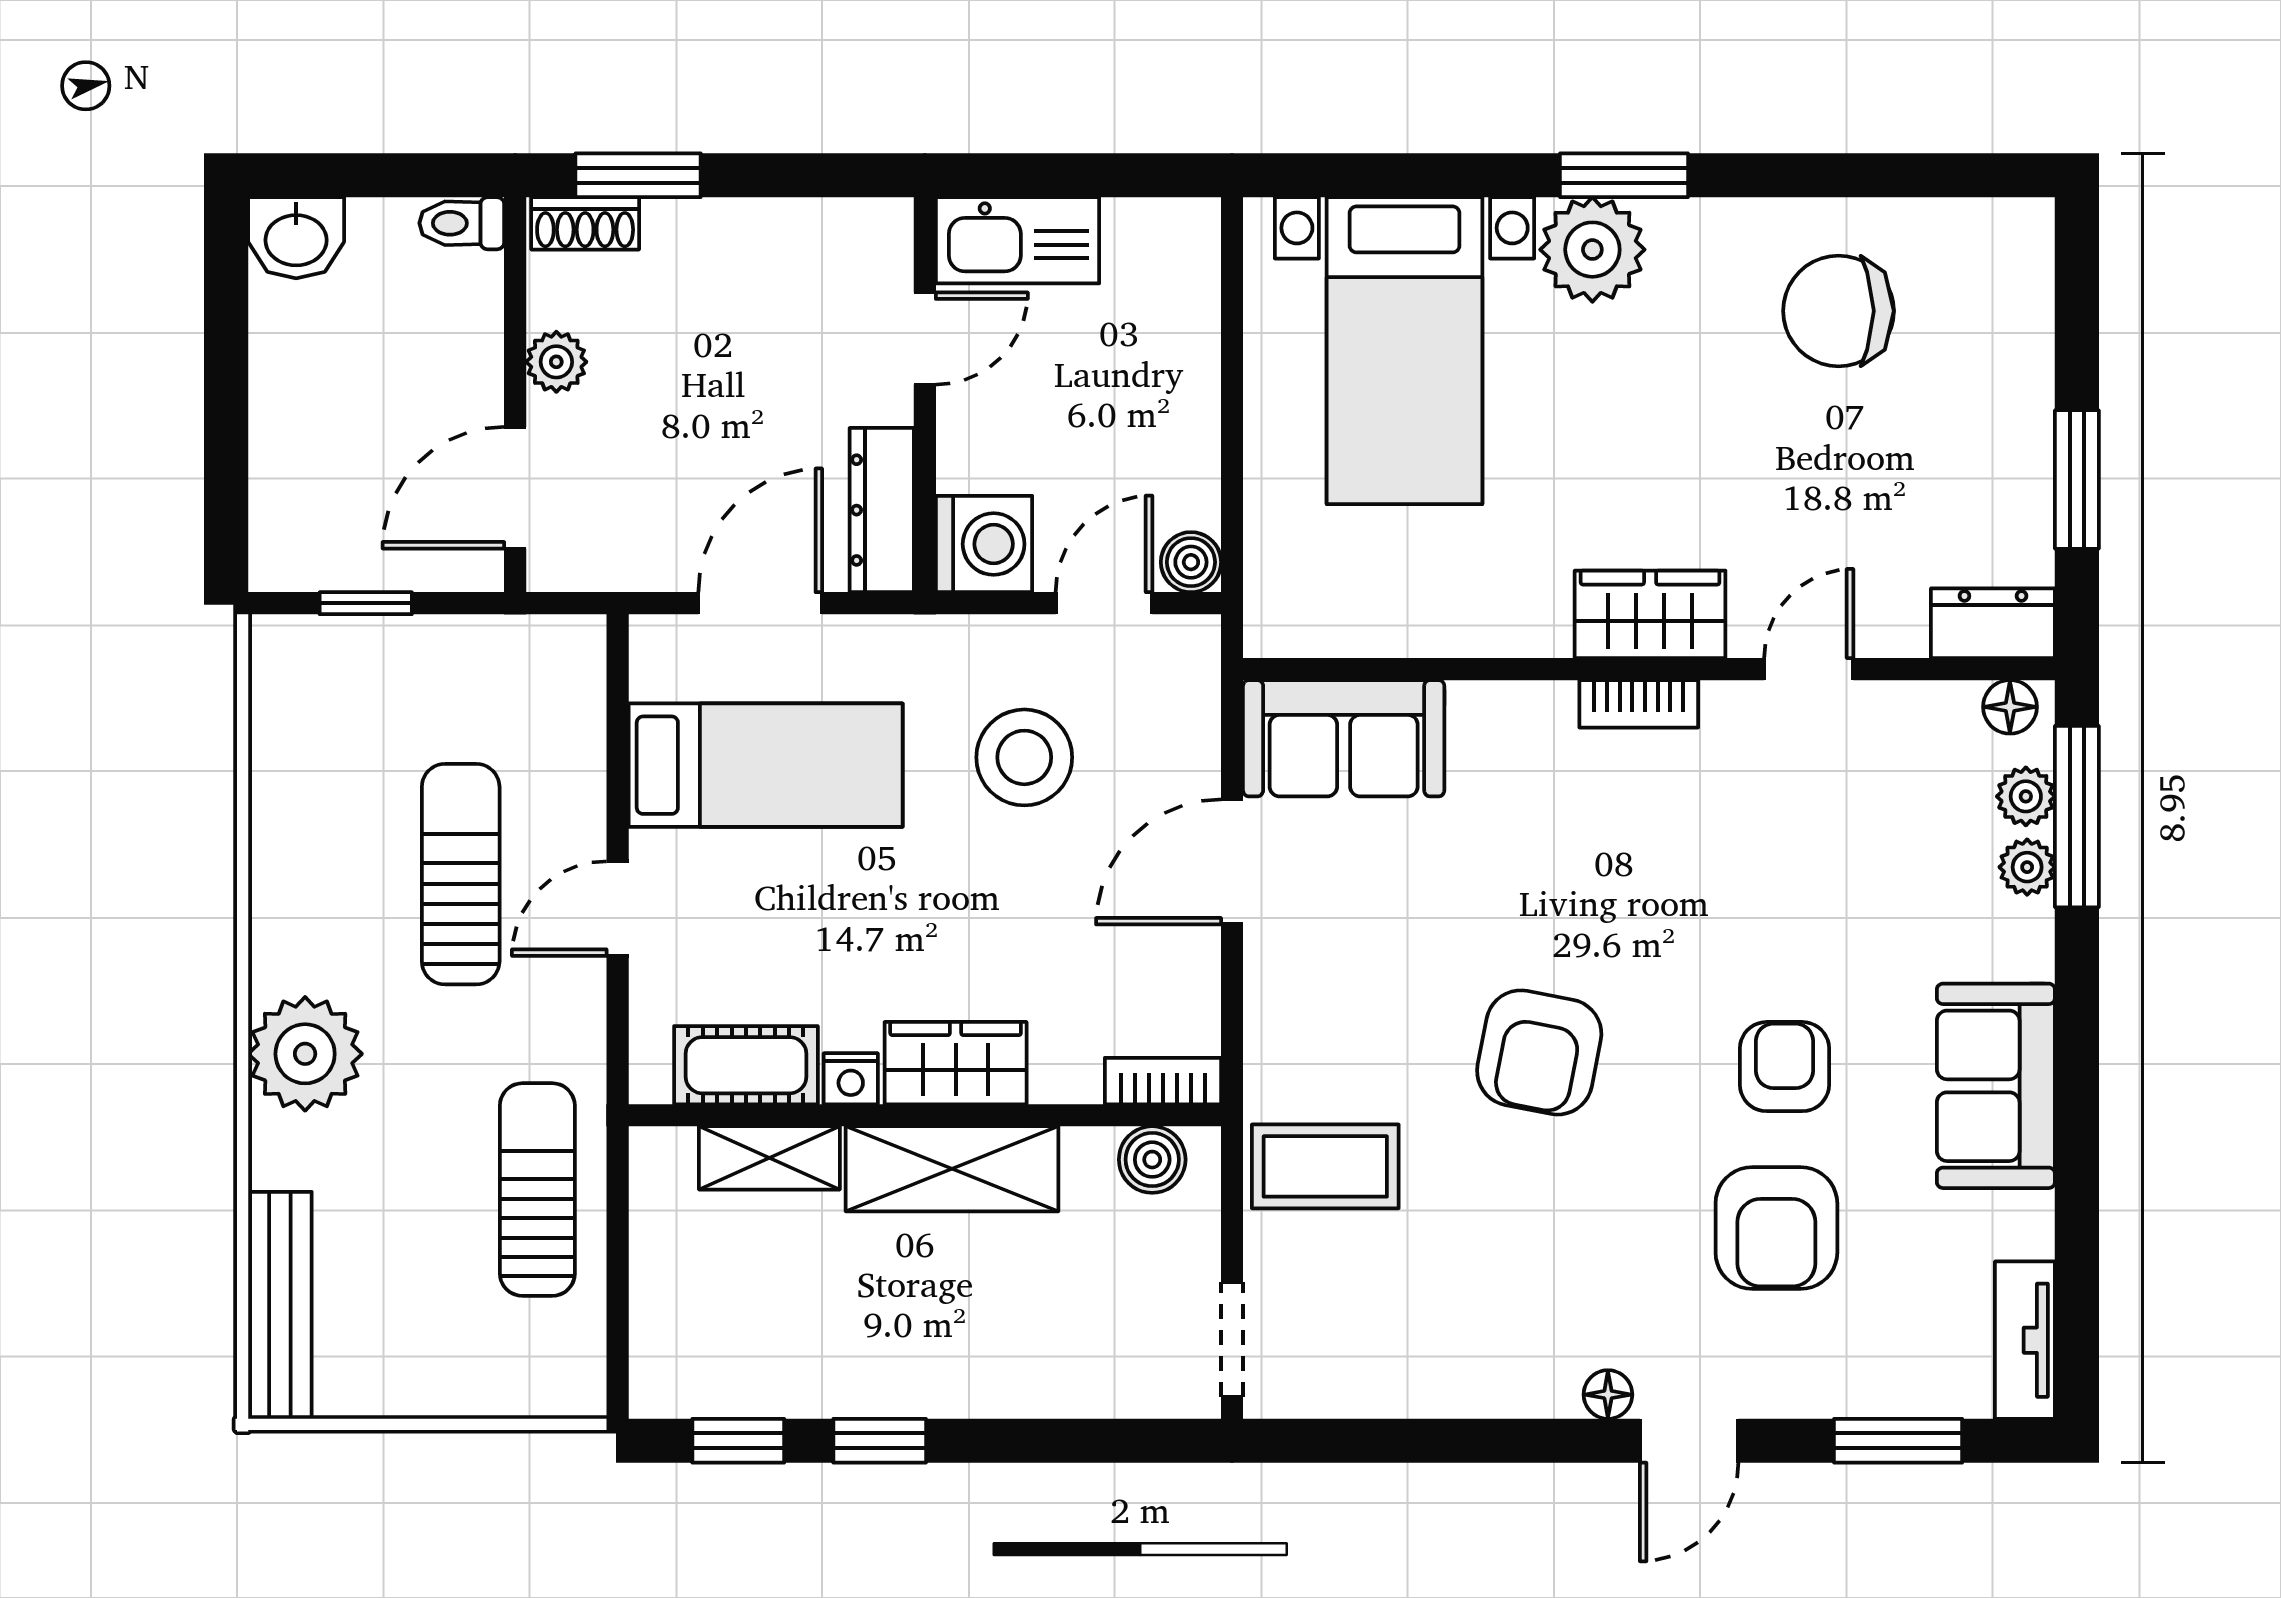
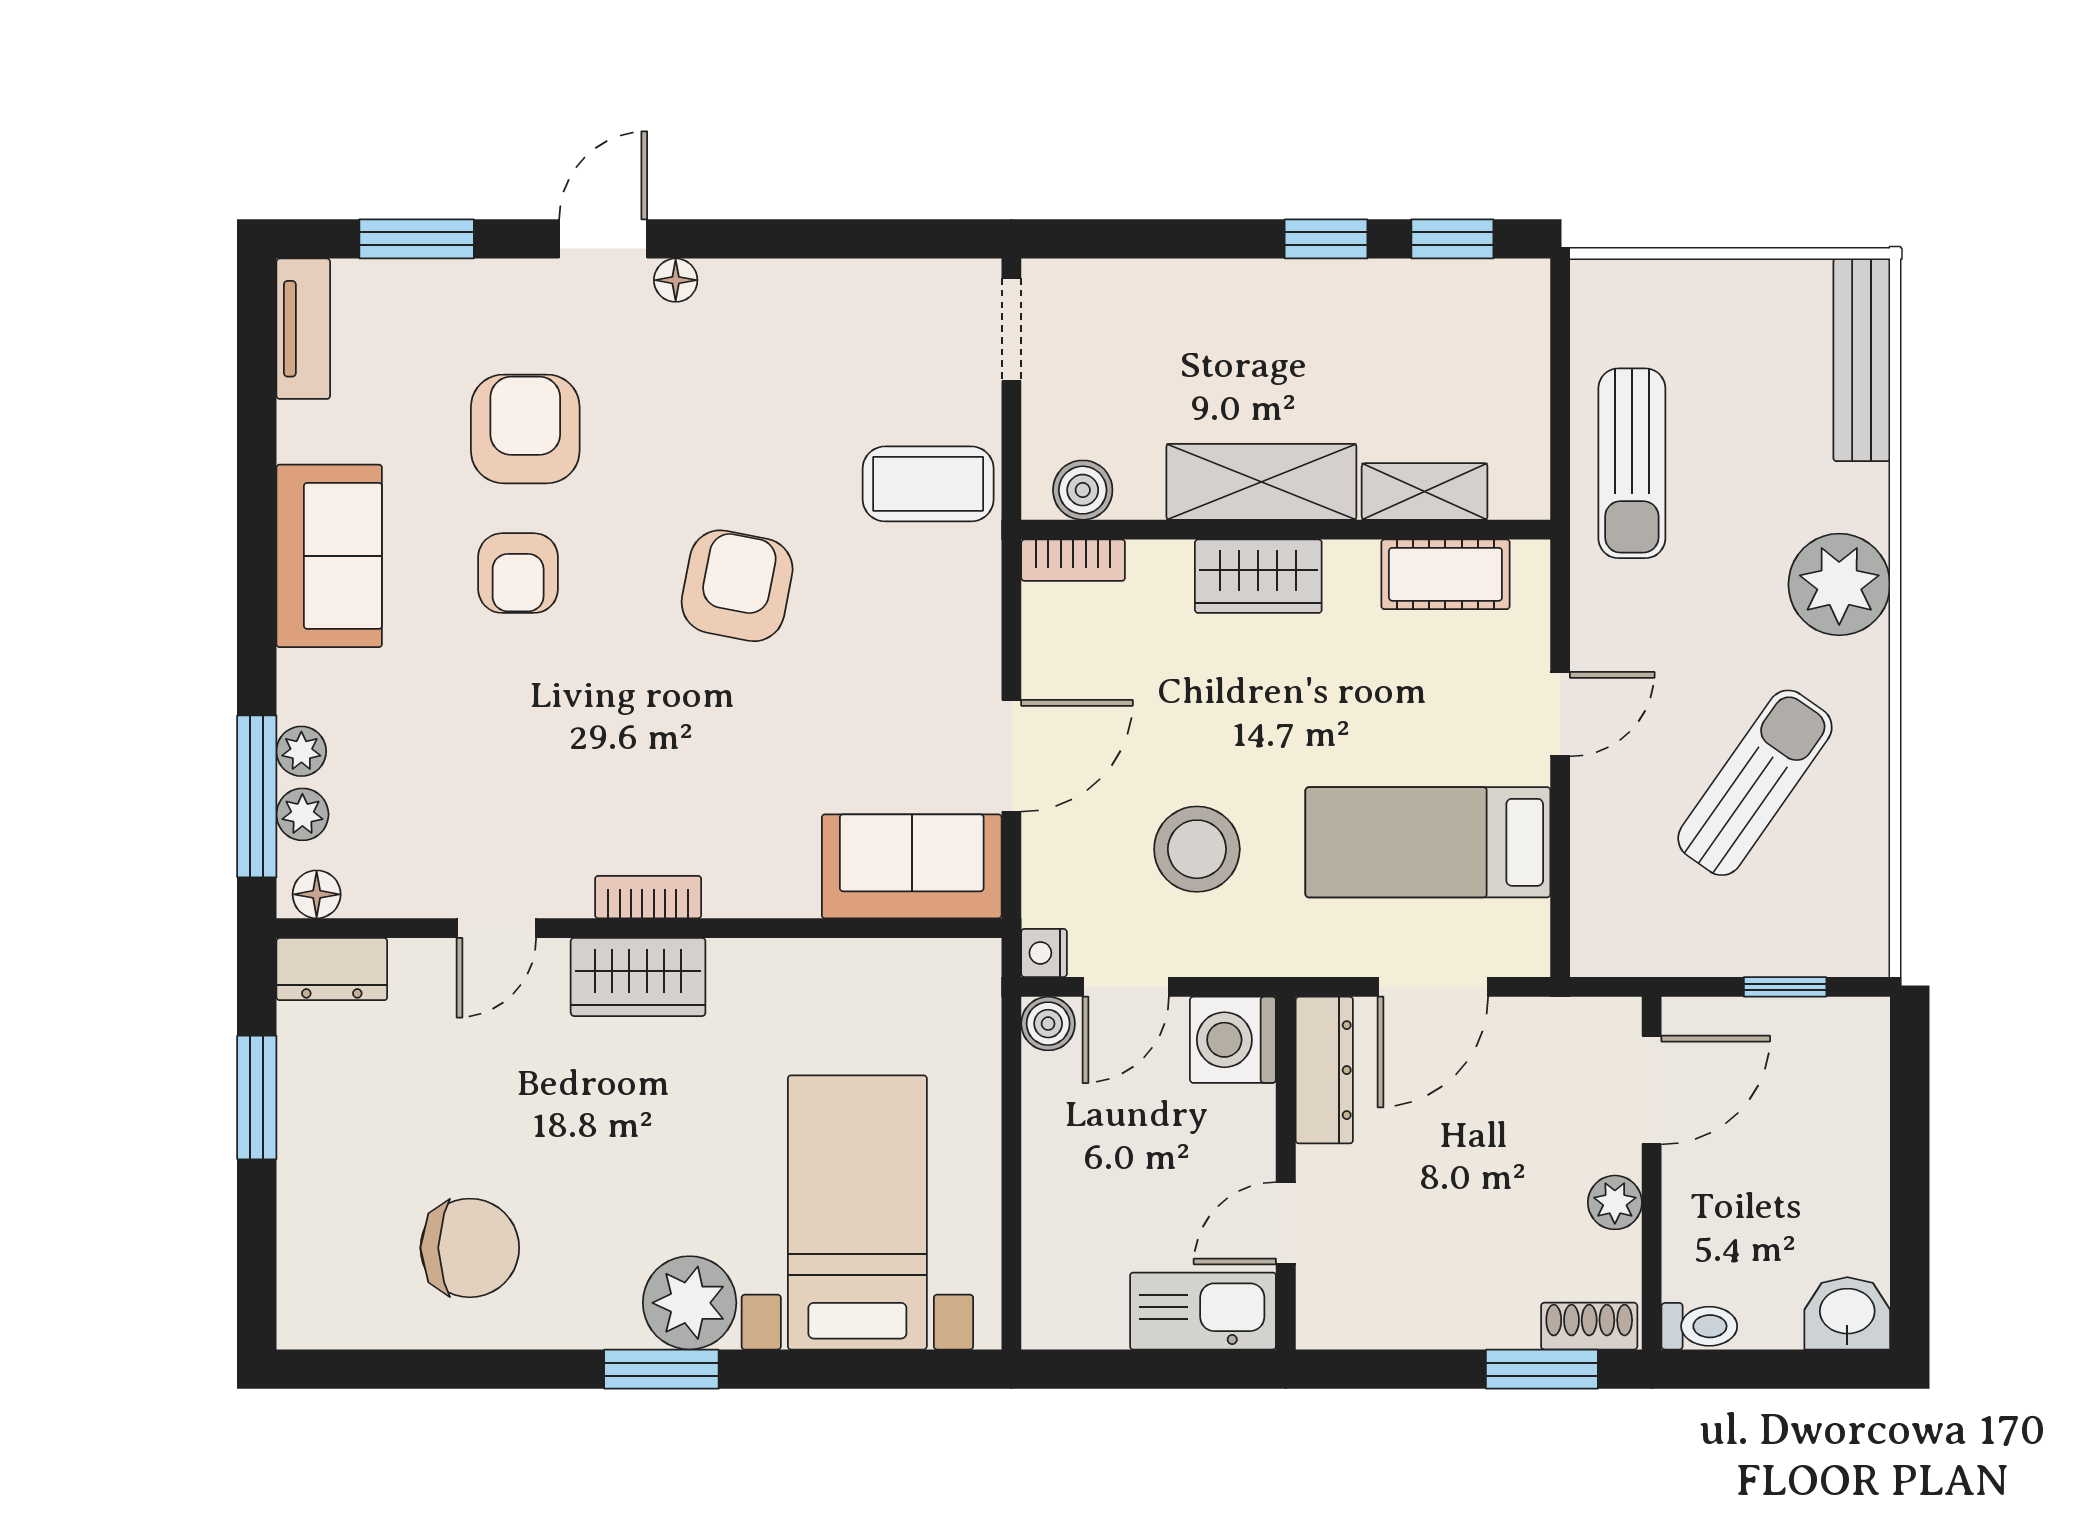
sun lounger: (461, 874) -> (1755, 783), moved, turned -145
nightstand: (851, 1079) -> (1044, 953), moved, turned -90

